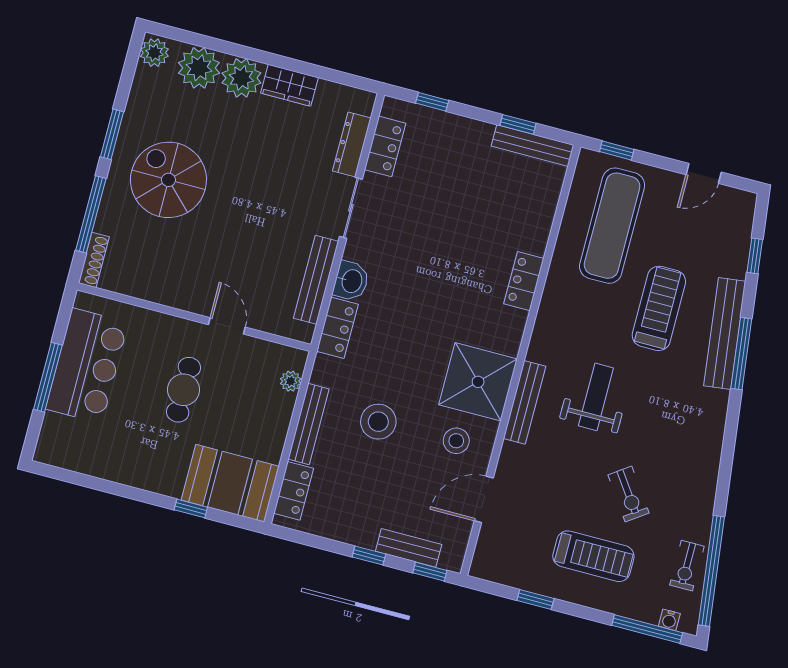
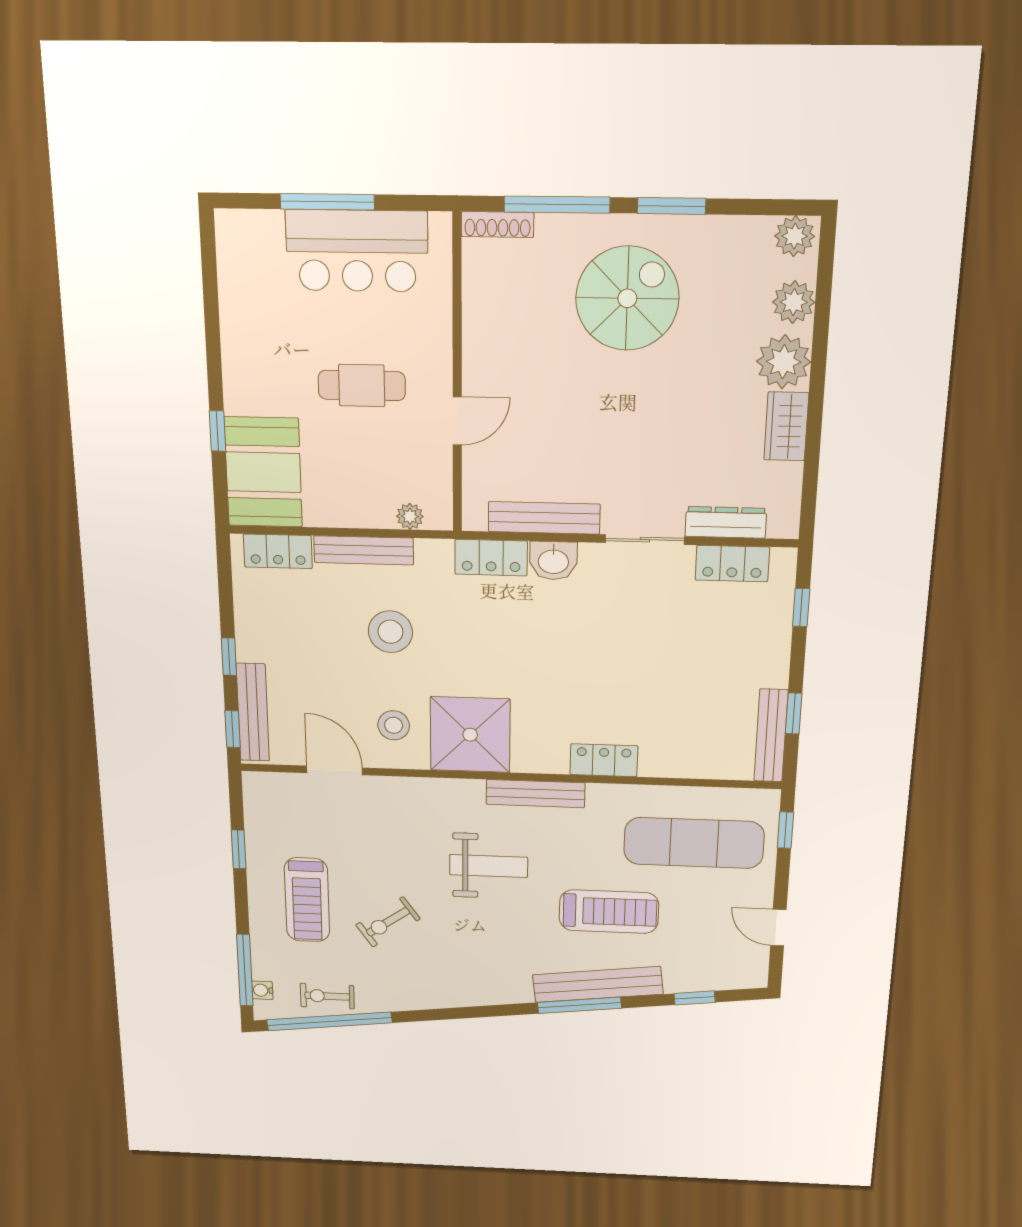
plant: (199, 68) -> (794, 302), width x0.73, depth x0.73
bench: (525, 402) -> (535, 794), moved
bench: (409, 548) -> (253, 712), width x1.36

